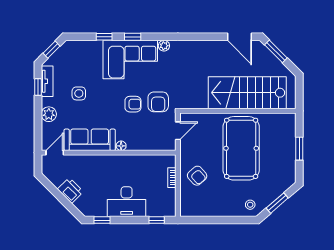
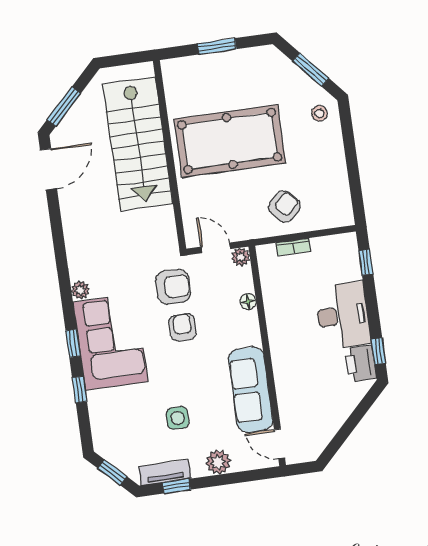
plant: (170, 145) -> (241, 257), added
floor lamp: (121, 146) -> (248, 302), moved
printer: (70, 190) -> (360, 363), moved, turned -45

